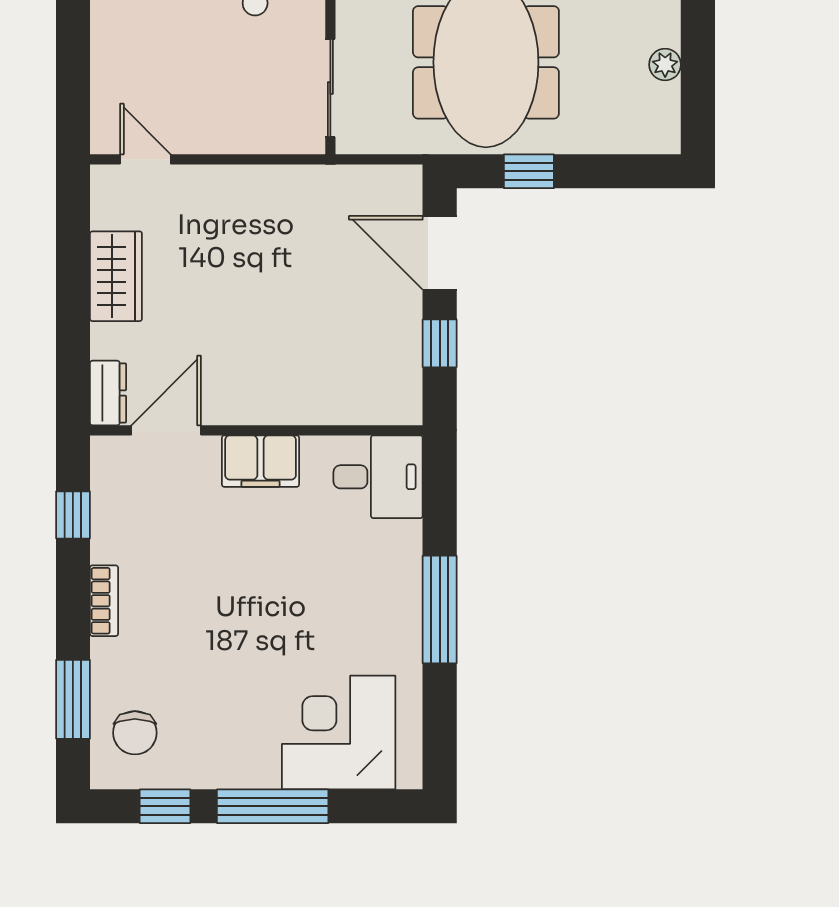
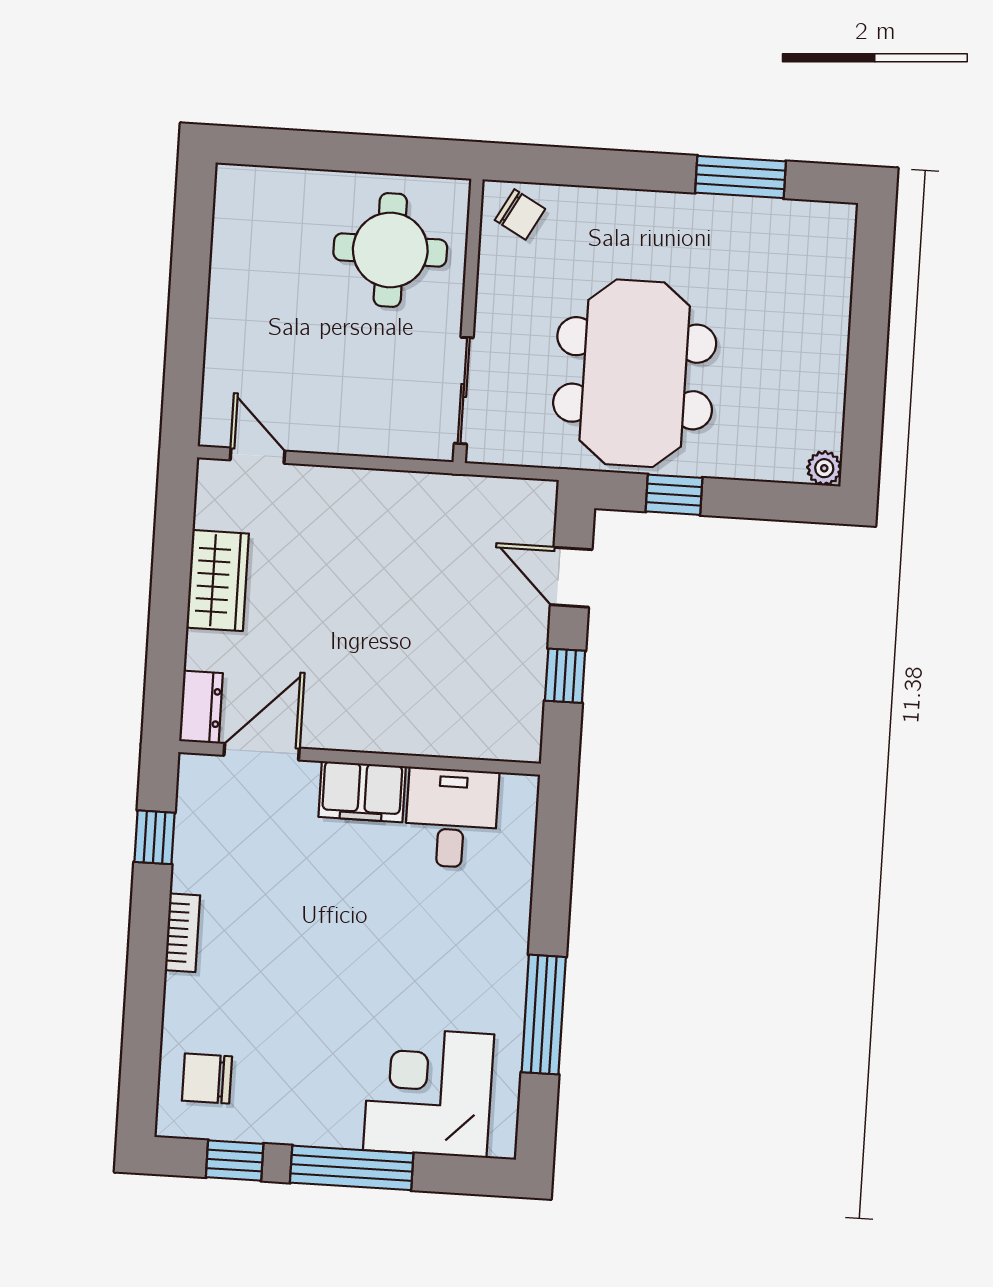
plant: (665, 65) -> (824, 468), moved
door: (440, 253) -> (571, 577), width x0.73
desk: (378, 477) -> (451, 818), moved, turned -90
window: (440, 610) -> (544, 1015), moved
window: (73, 699) -> (142, 1038), removed
chair: (135, 733) -> (207, 1079), turned 90

